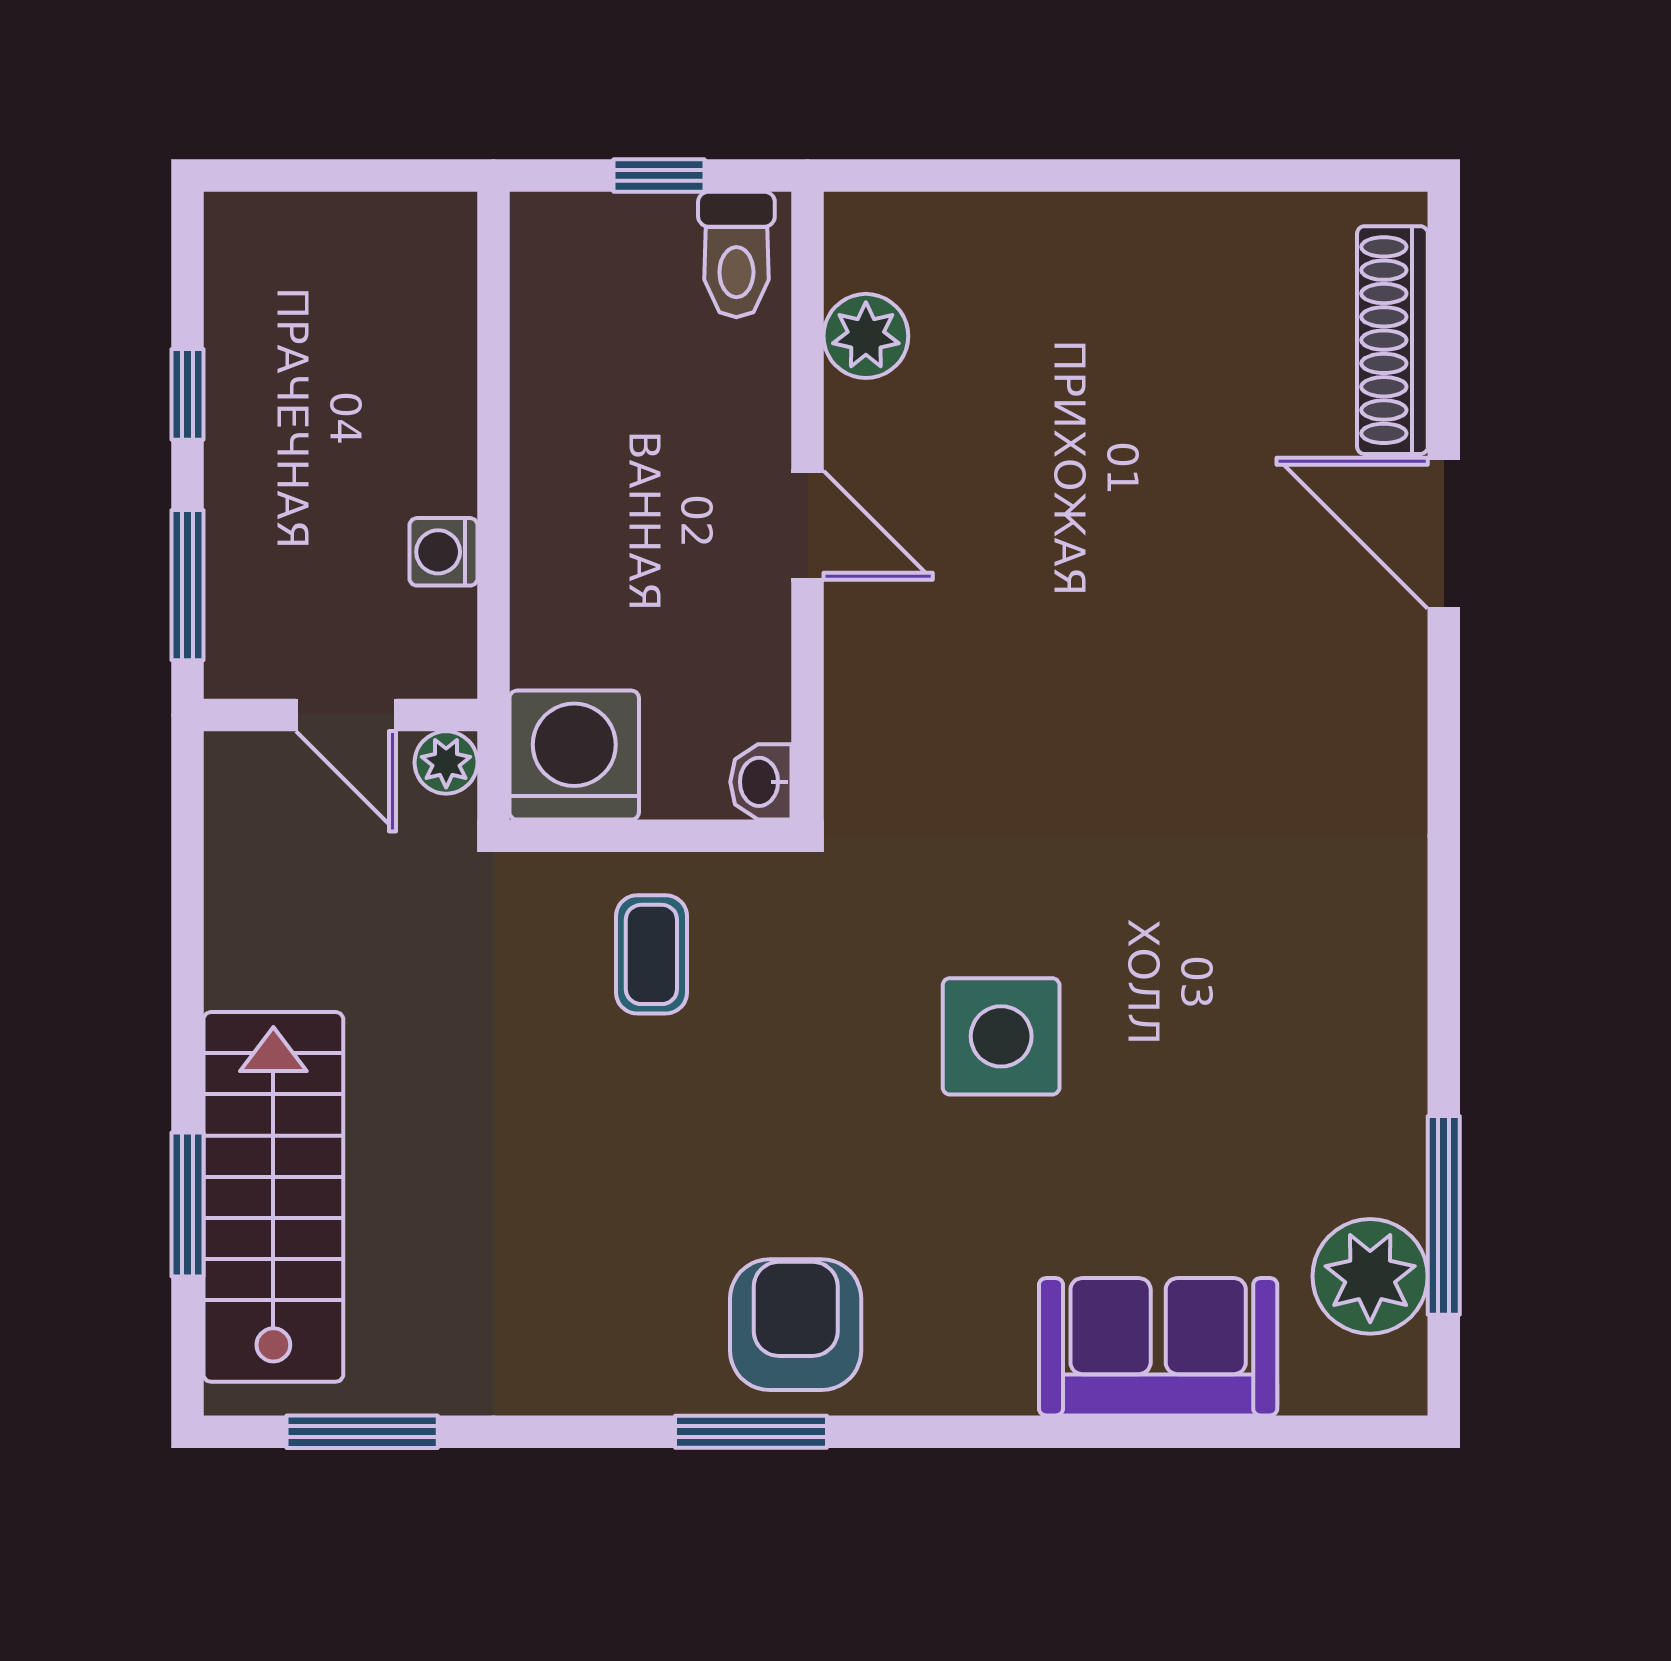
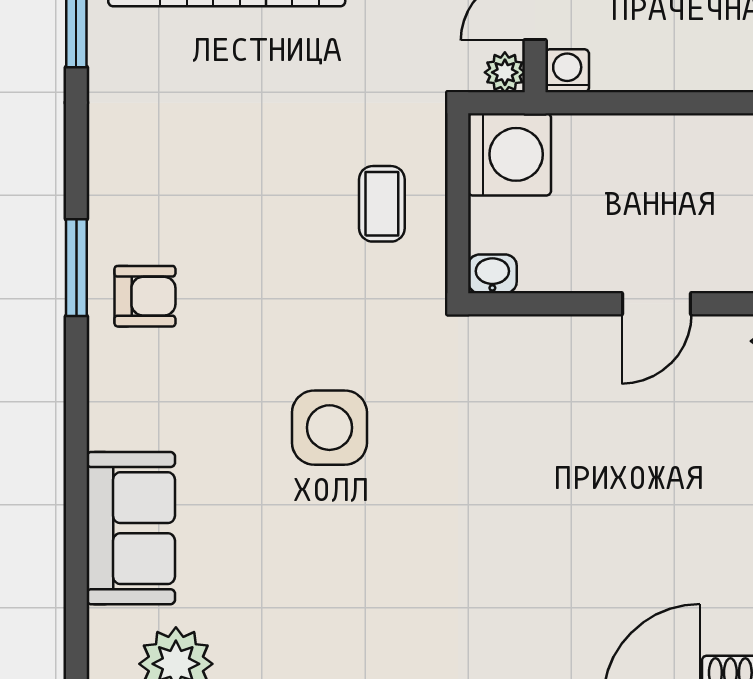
washing machine: (444, 552) -> (567, 71), moved
coffee table: (651, 954) -> (382, 204), turned 90
armchair: (796, 1325) -> (145, 296), width x0.72, depth x0.72

